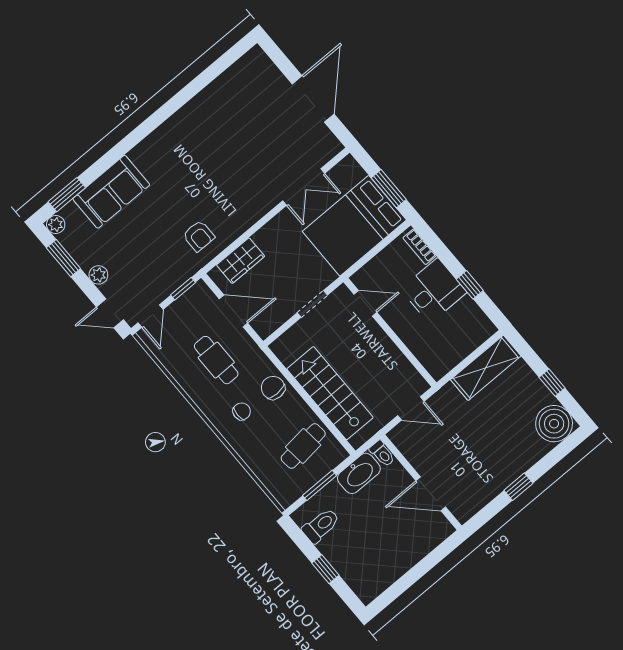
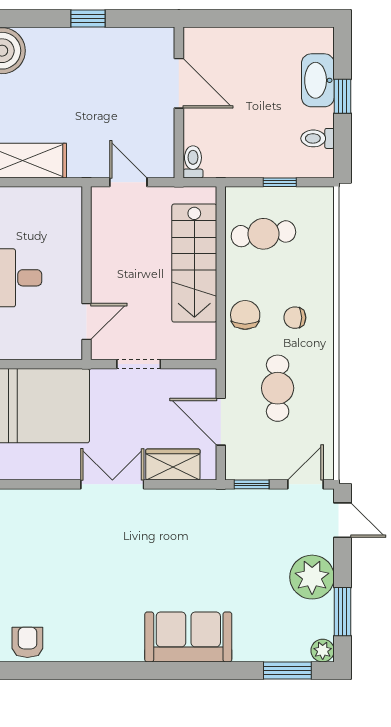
double door: (304, 187) -> (112, 484), moved
sofa: (111, 192) -> (188, 637), moved
armchair: (199, 236) -> (27, 642), moved
plant: (98, 275) -> (312, 577), width x1.87, depth x1.87
door: (365, 303) -> (87, 321), swing flipped
chair: (273, 388) -> (245, 315), turned 180
washbasin: (359, 473) -> (318, 80), moved, turned -90
window: (319, 485) -> (280, 182), width x0.67
toilet: (321, 526) -> (318, 138), width x0.73, depth x0.72

